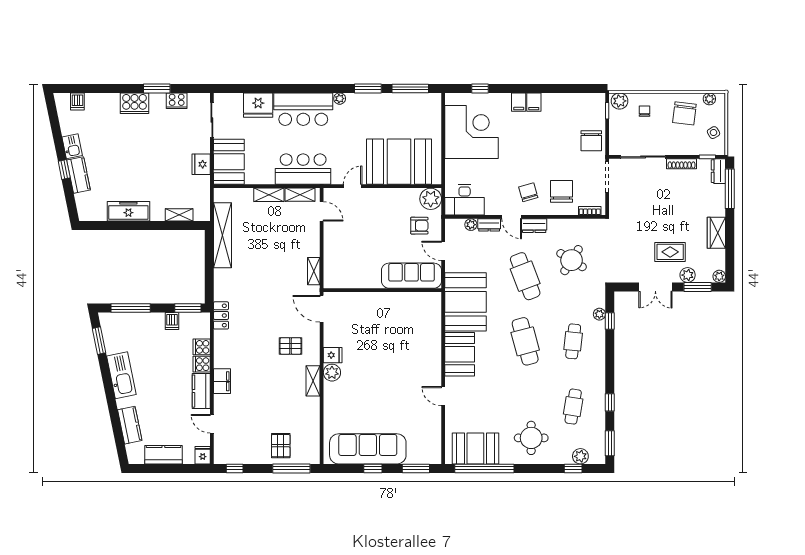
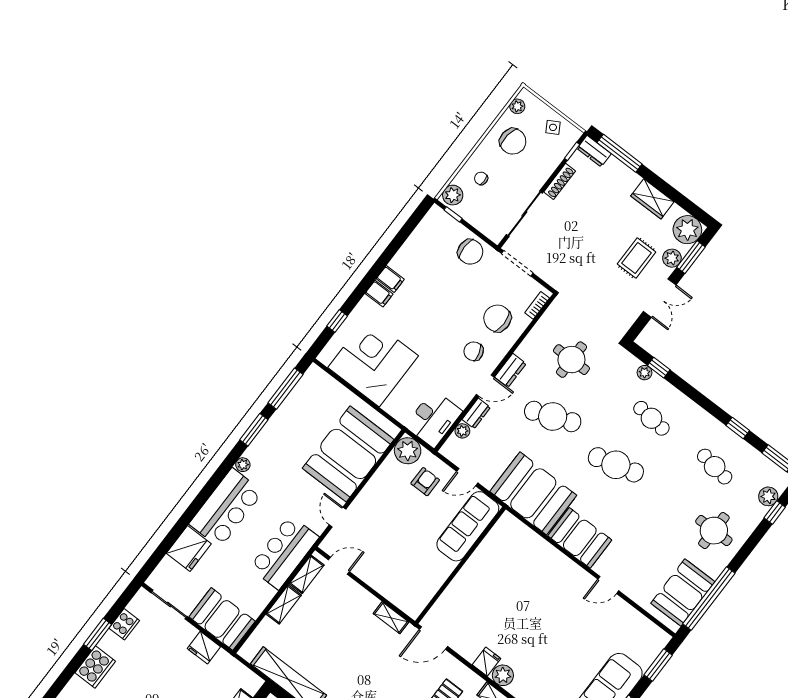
round table: (572, 260) -> (571, 360), turned -32
plant: (719, 276) -> (687, 230), width x1.87, depth x1.87

